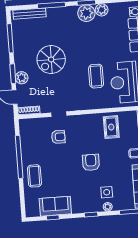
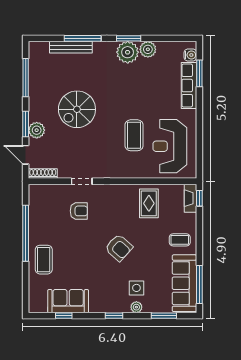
bench: (30, 14) -> (71, 47), moved
armchair: (91, 162) -> (119, 248), turned 132

